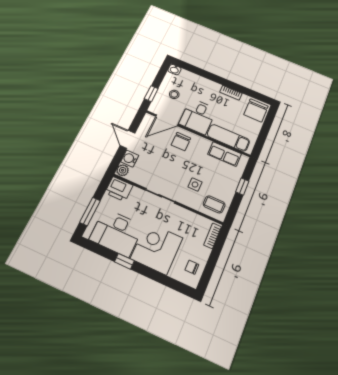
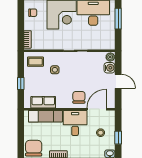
window: (151, 94) -> (118, 138), moved
printer: (119, 189) -> (106, 43), removed

